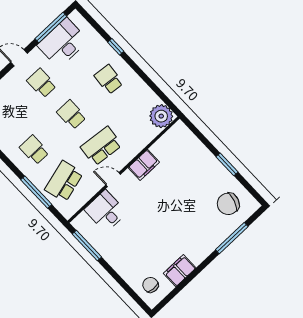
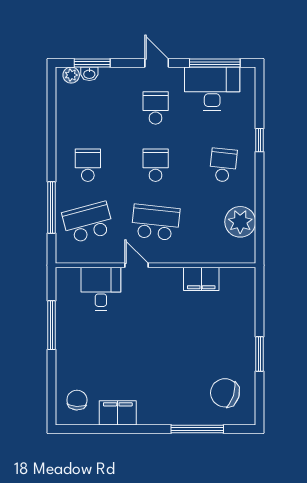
plant: (161, 116) -> (240, 222), moved
filing cabinet: (144, 165) -> (201, 279), moved
window: (87, 246) -> (52, 325), moved

